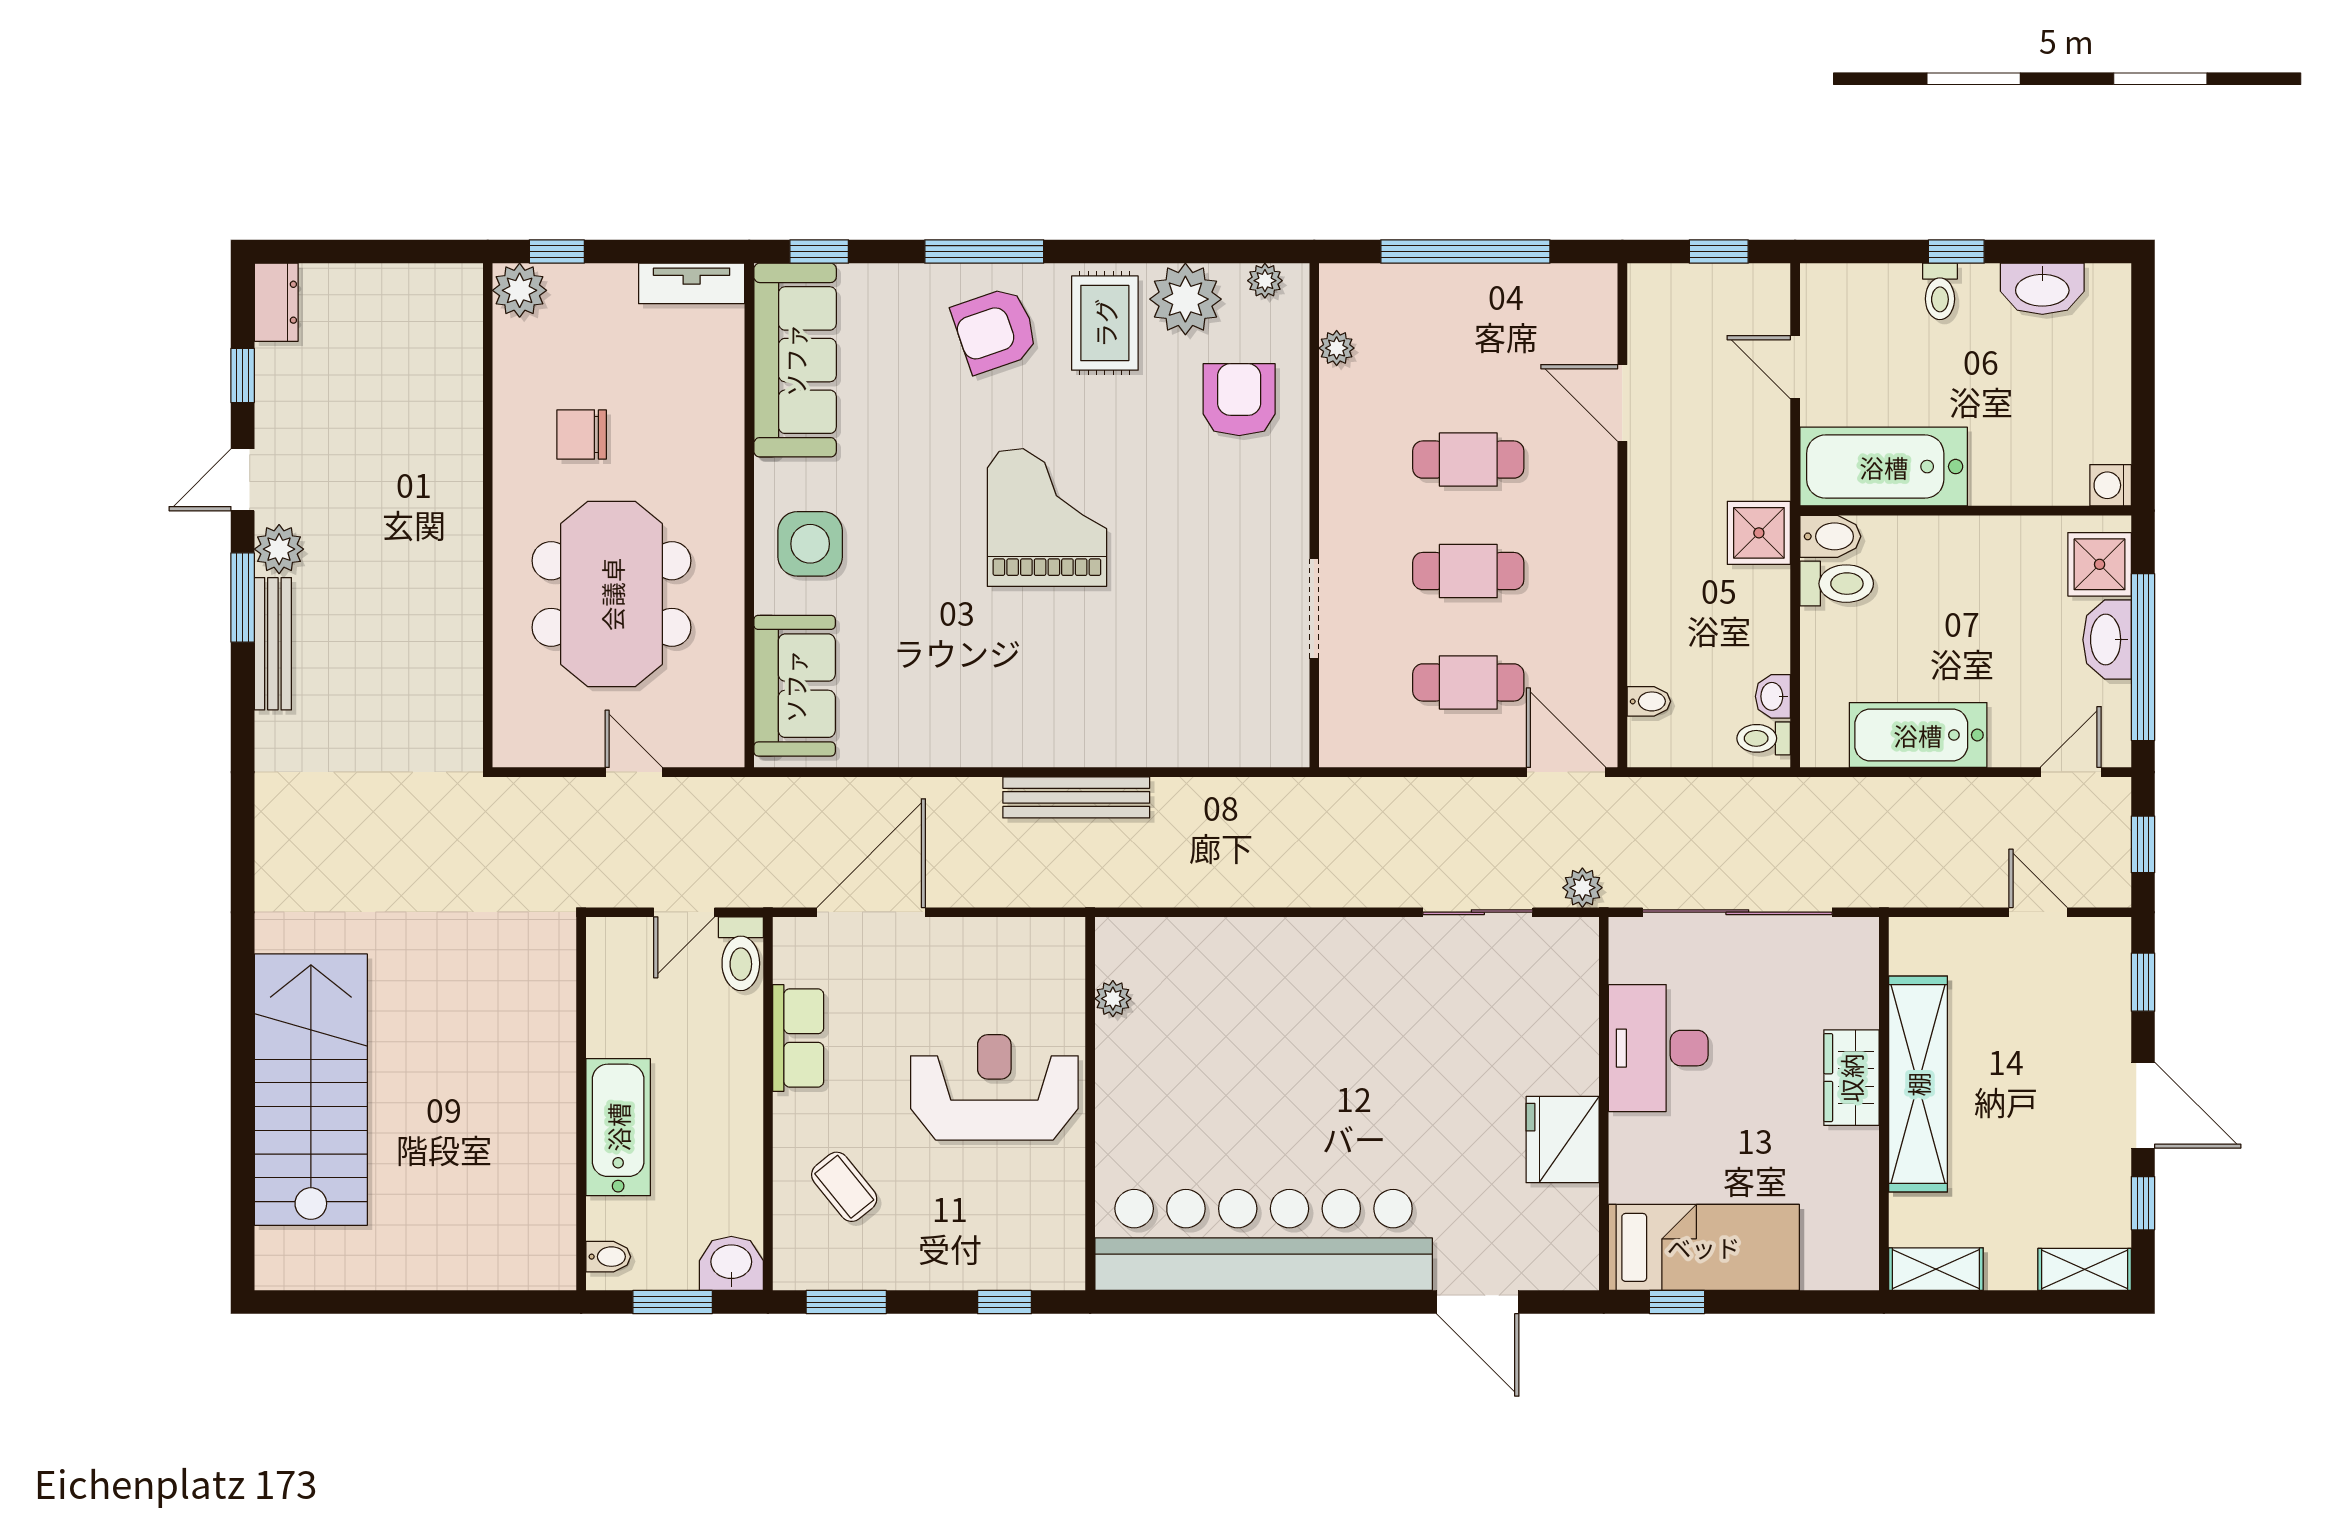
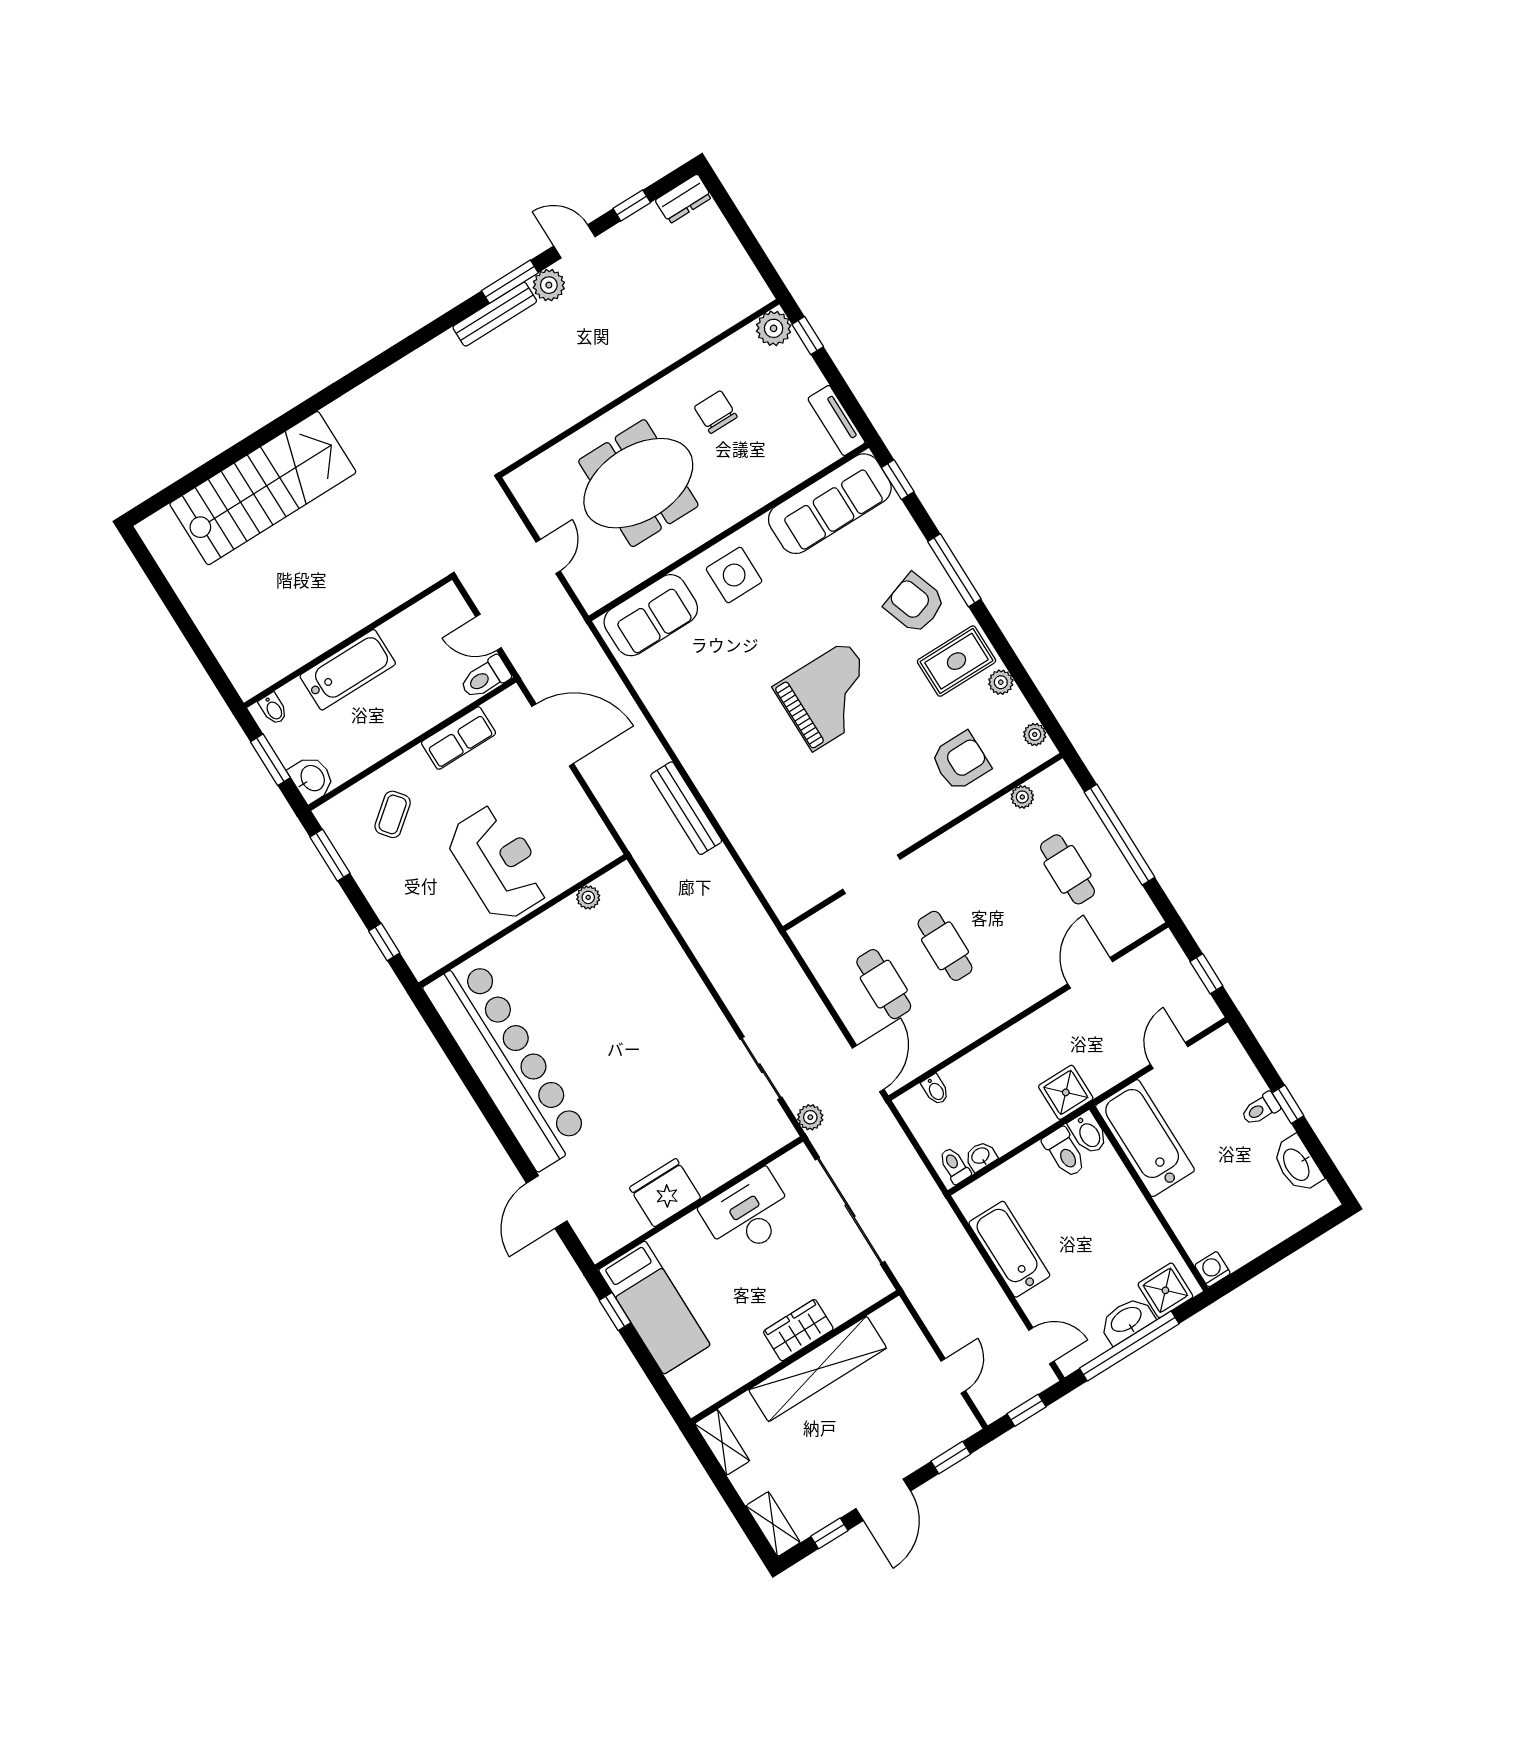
plant: (1185, 299) -> (1001, 682), width x0.53, depth x0.53
cafe table: (1468, 460) -> (1067, 869), moved

